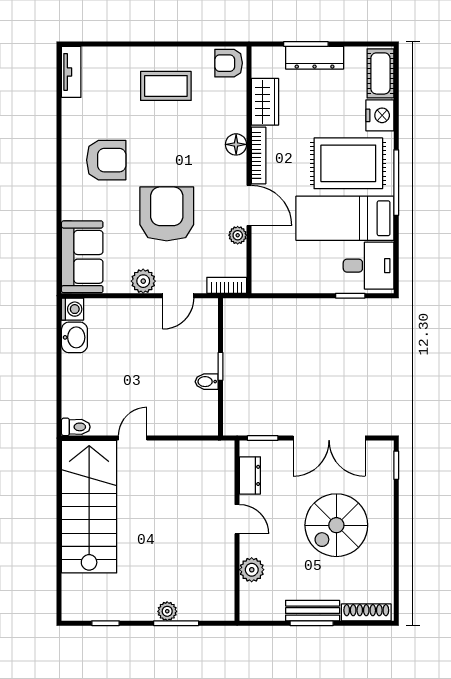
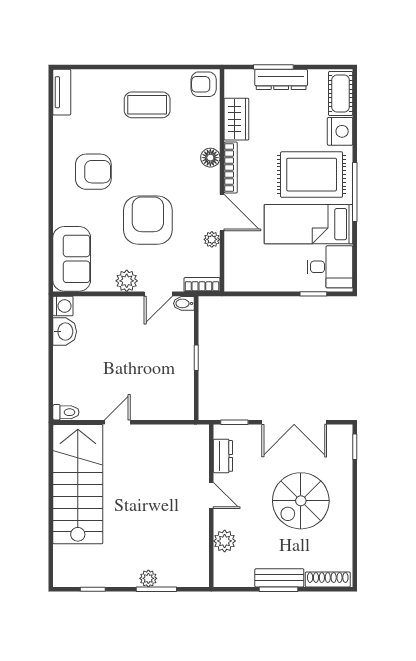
bidet: (207, 382) -> (184, 303), moved

